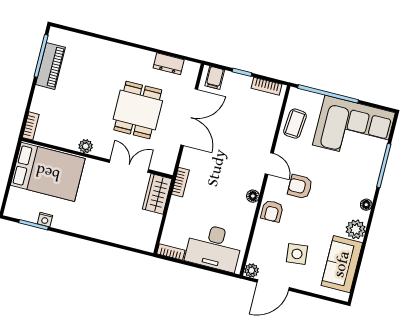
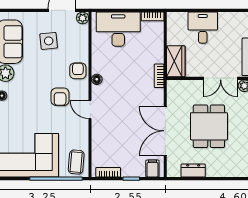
coffee table: (295, 124) -> (76, 162), moved
double door: (129, 166) -> (221, 78), moved
armchair: (300, 187) -> (60, 97), turned 90
desk: (117, 225) -> (203, 28), added

